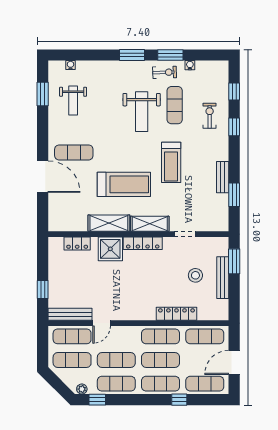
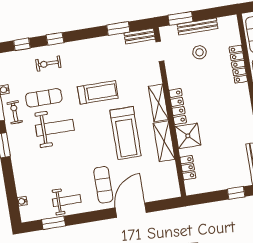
weight bench: (73, 101) -> (67, 201), moved
bench: (223, 177) -> (140, 36), moved
treadmill: (124, 184) -> (126, 133), turned 180
doorway: (185, 234) -> (160, 51), moved

